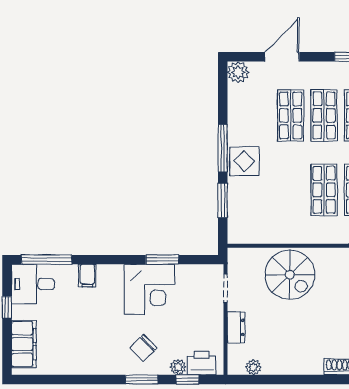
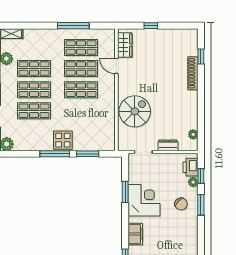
filing cabinet: (87, 276) -> (135, 234), width x2.00

